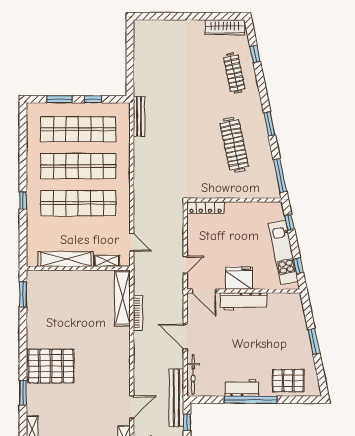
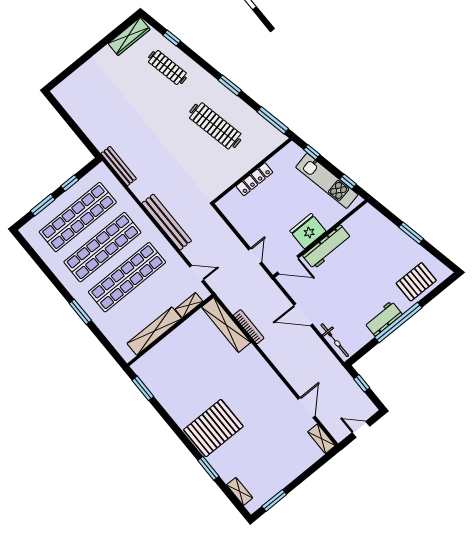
window: (23, 200) -> (80, 312), width x1.50
locker: (205, 208) -> (254, 179), moved
bench: (176, 398) -> (167, 222), moved

